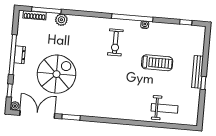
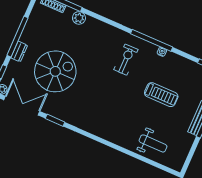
exercise bike: (115, 42) -> (126, 60), turned 180
dresser: (20, 55) -> (19, 51), moved

